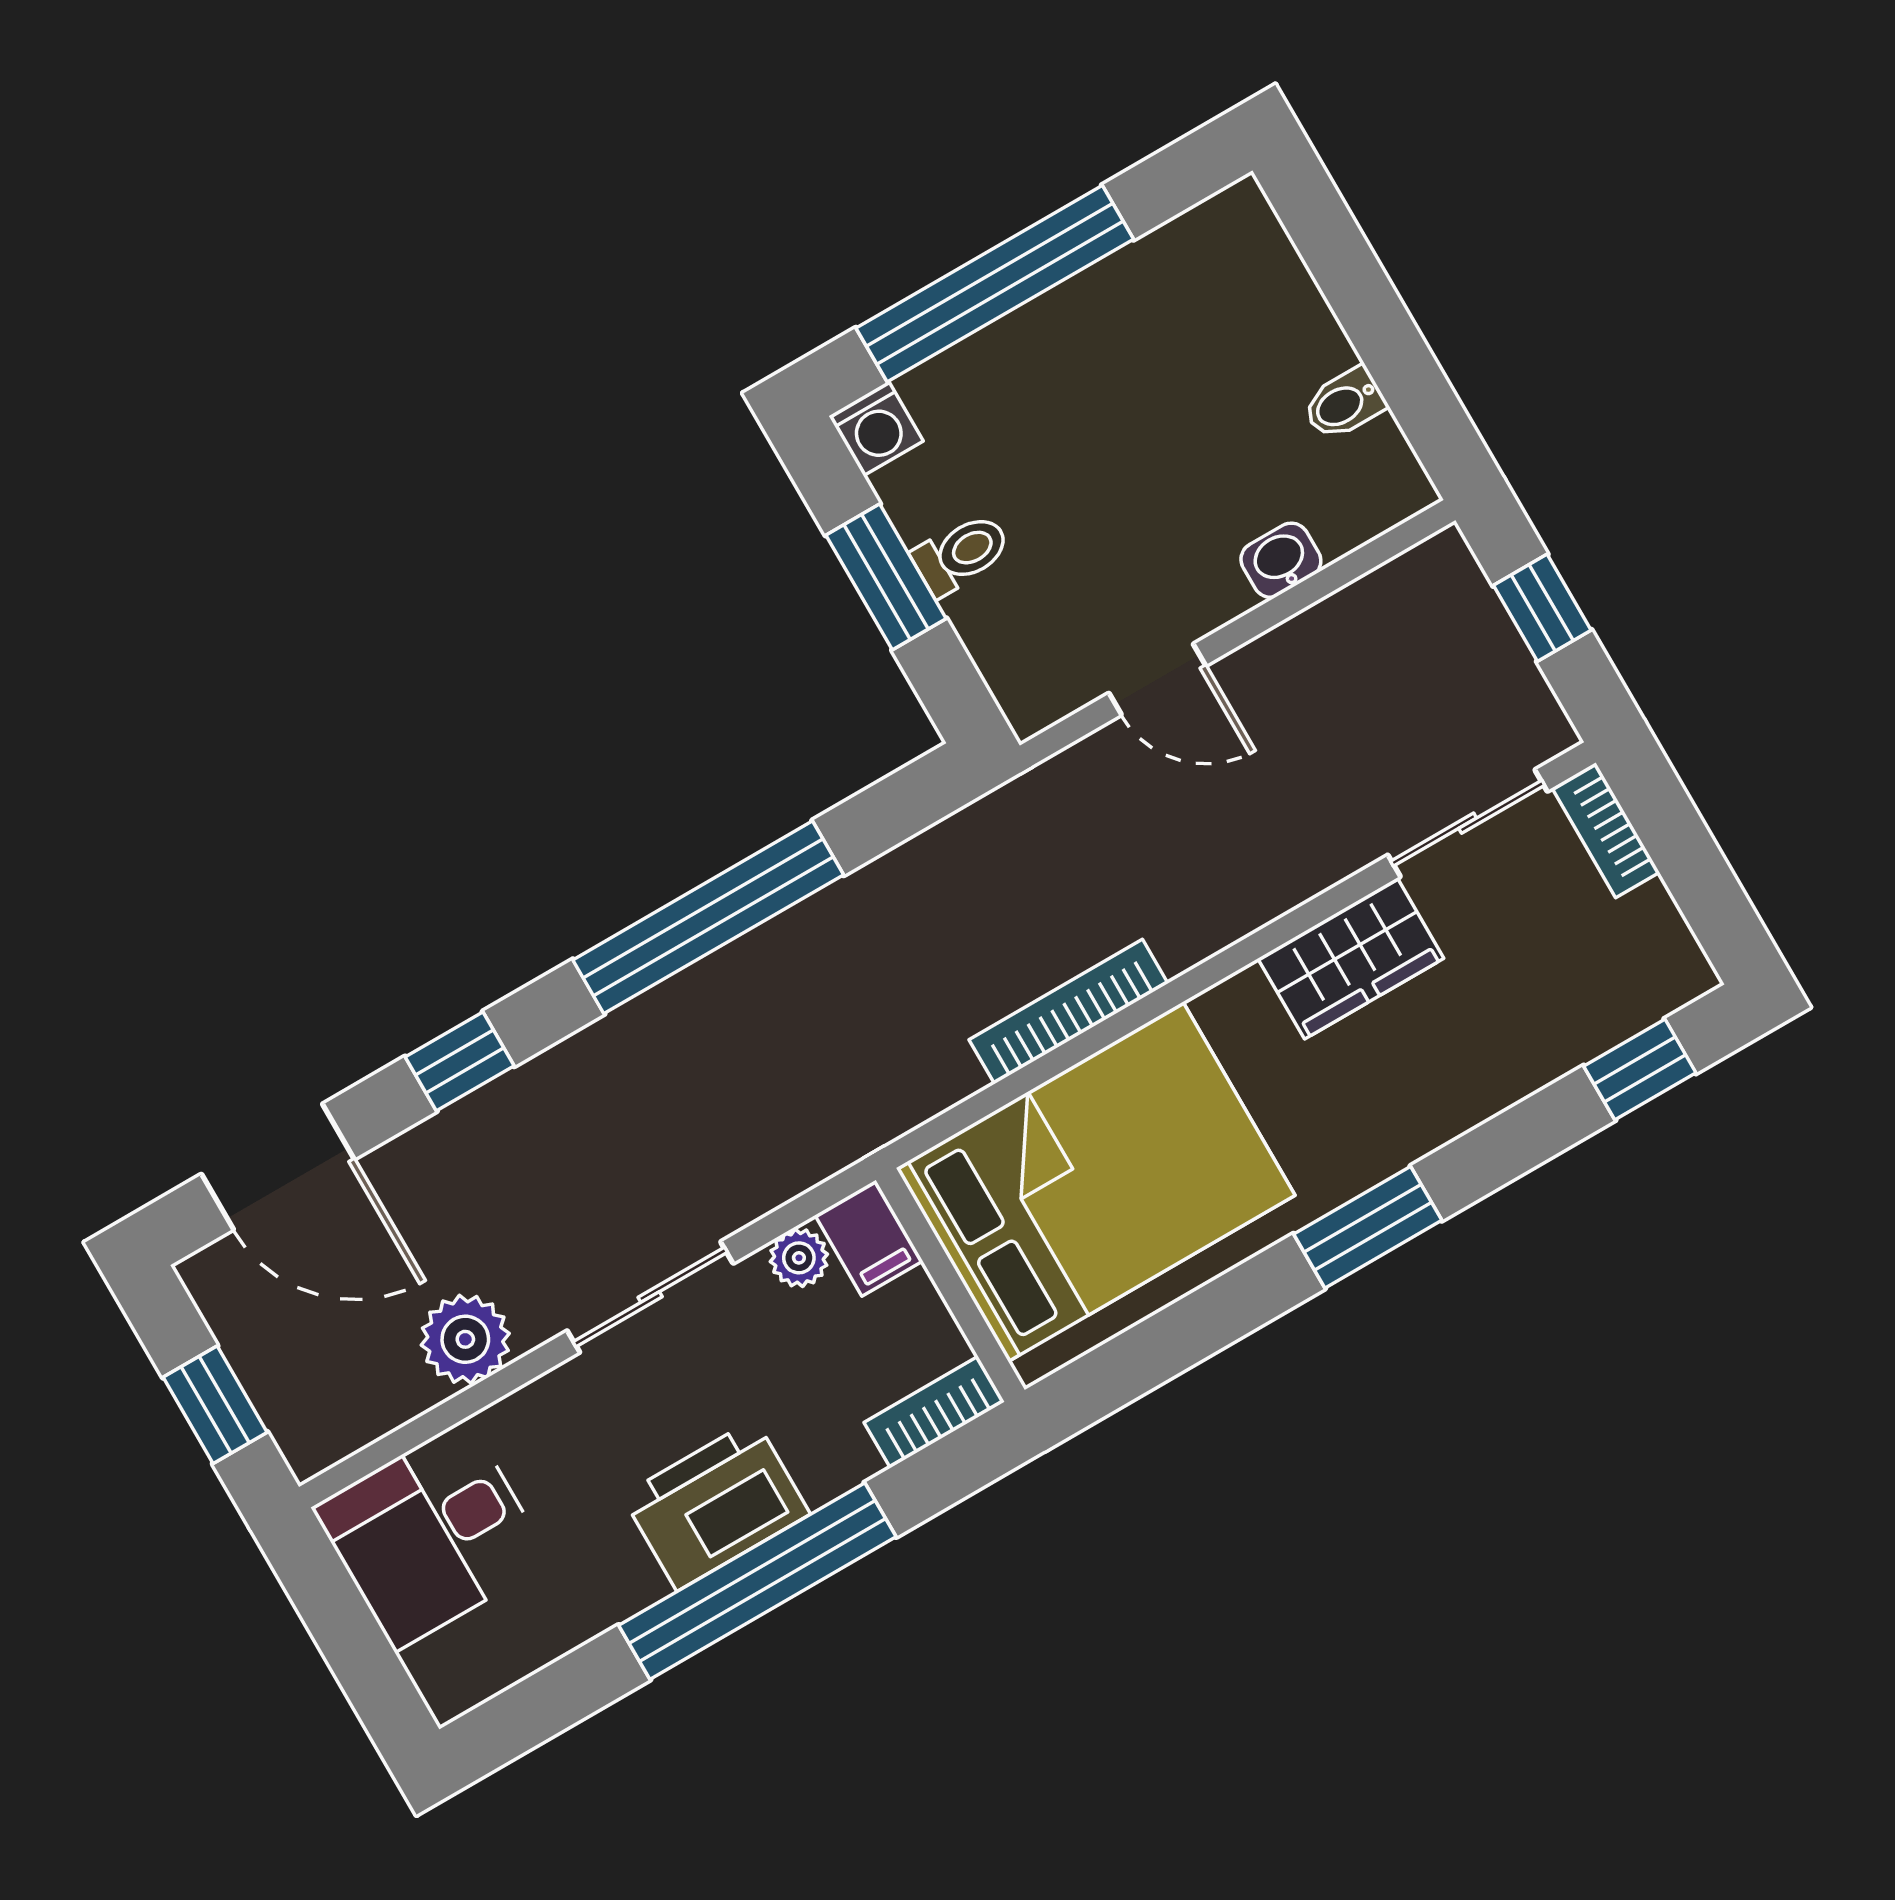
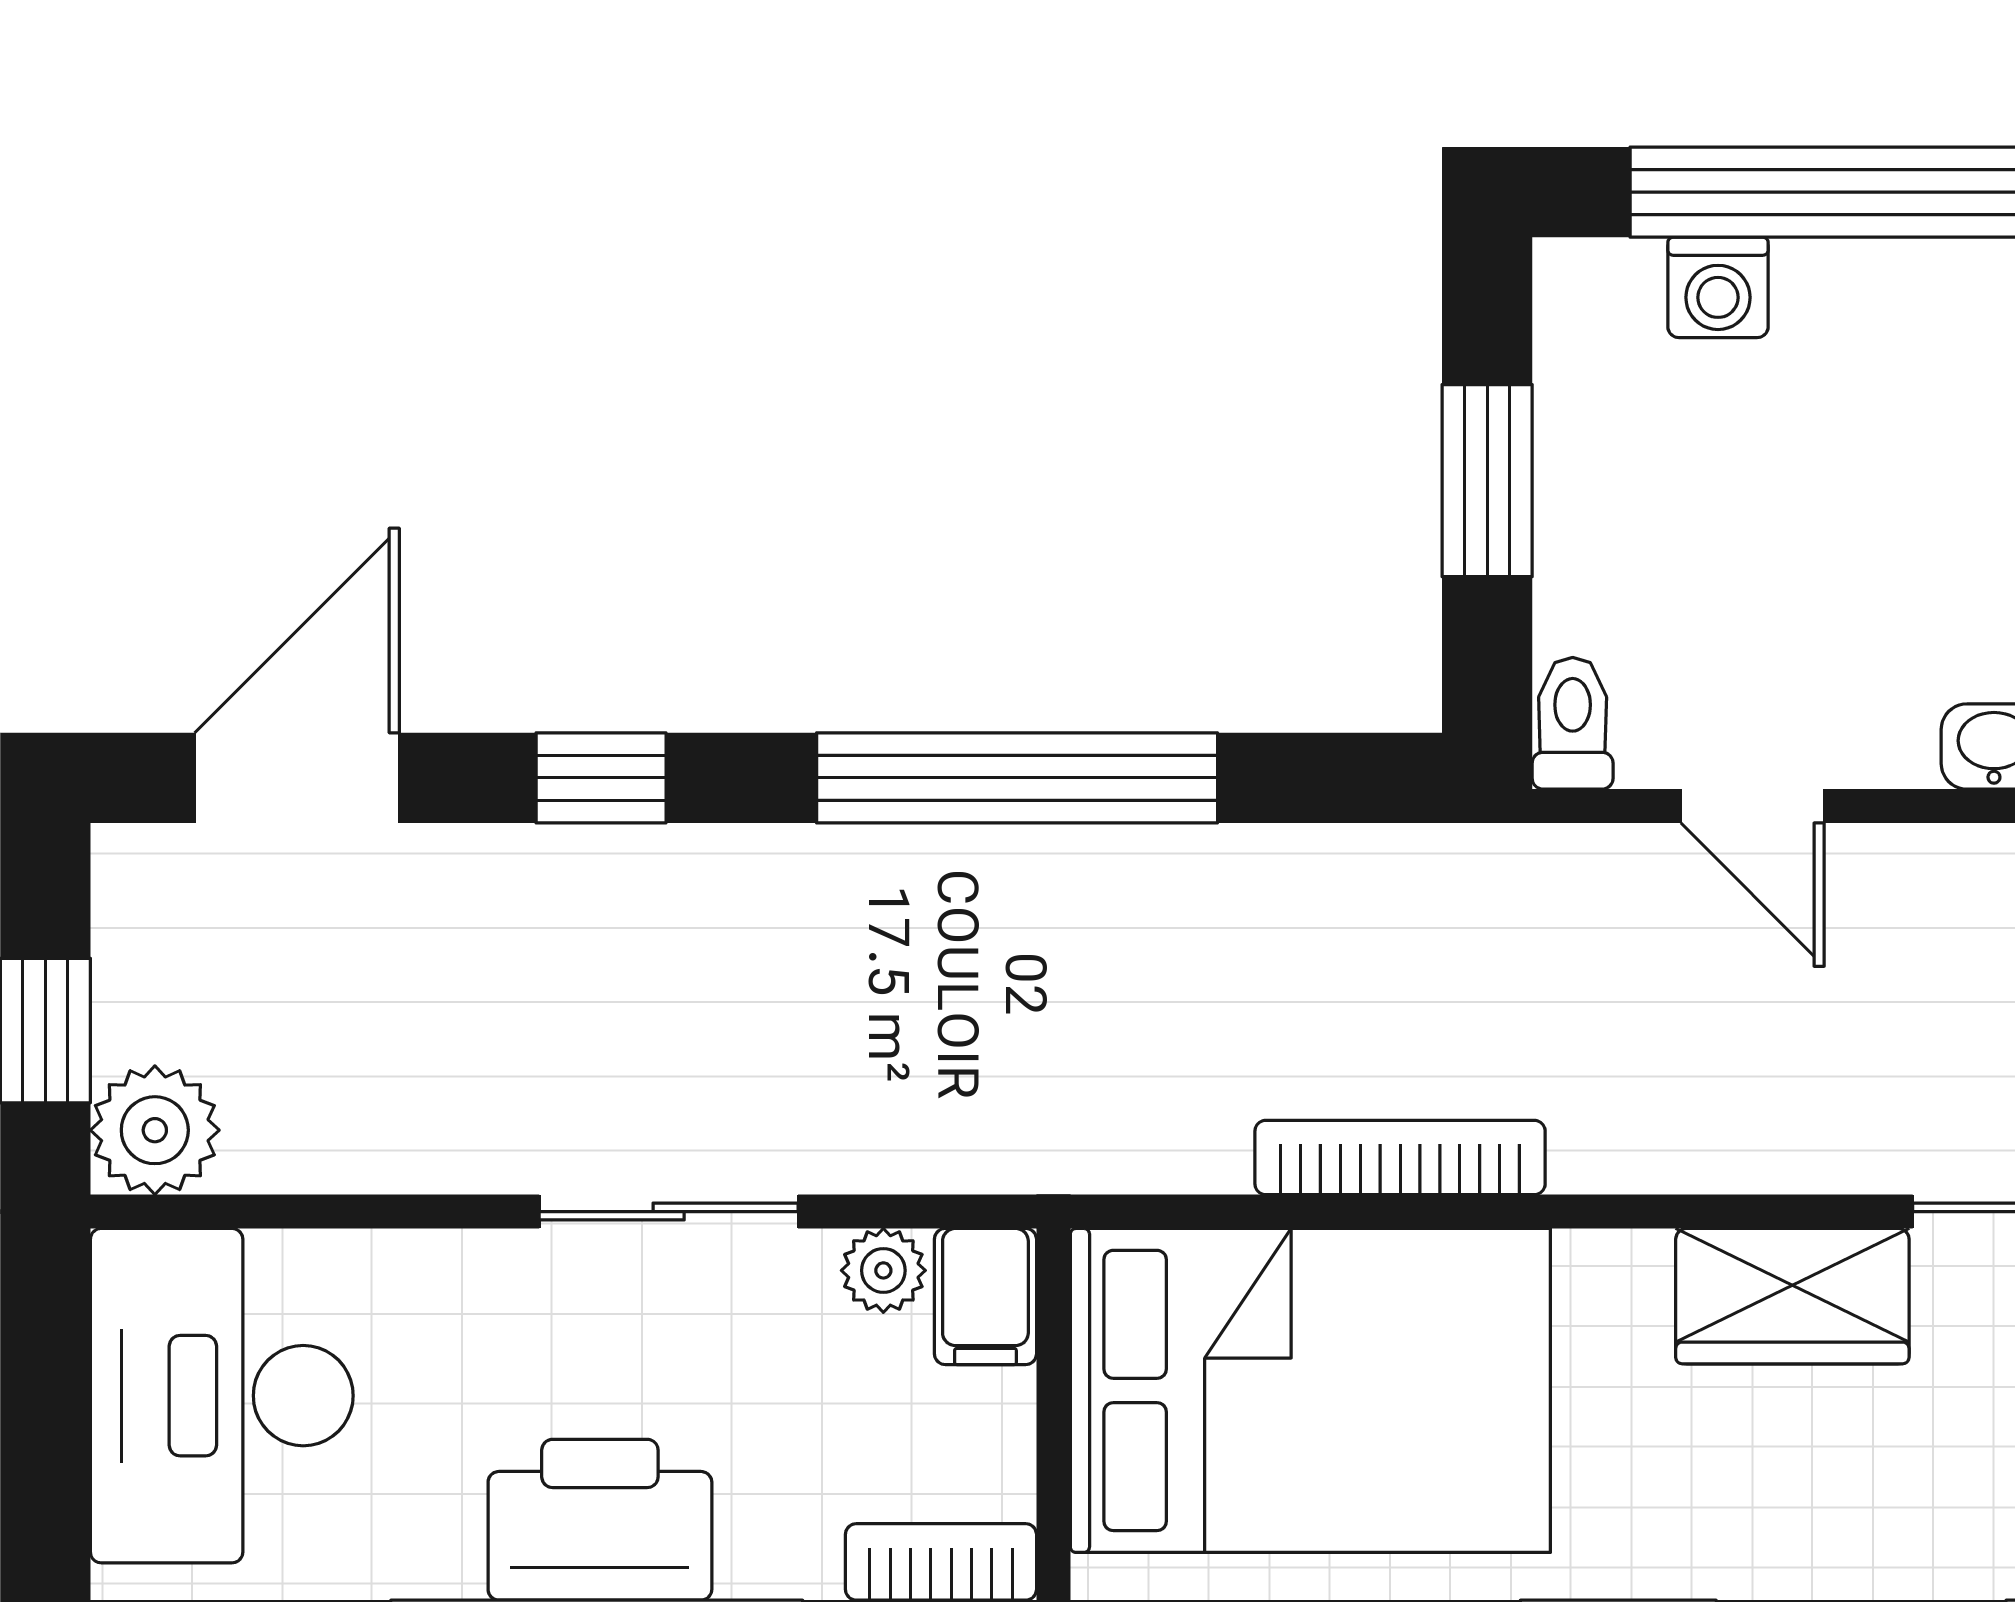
washing machine: (876, 429) -> (1718, 287), moved
toilet: (961, 554) -> (1573, 723), moved, turned -90
door: (278, 1167) -> (297, 778), swing flipped
plant: (465, 1339) -> (155, 1130), moved
desk: (431, 1535) -> (222, 1396), width x1.37

